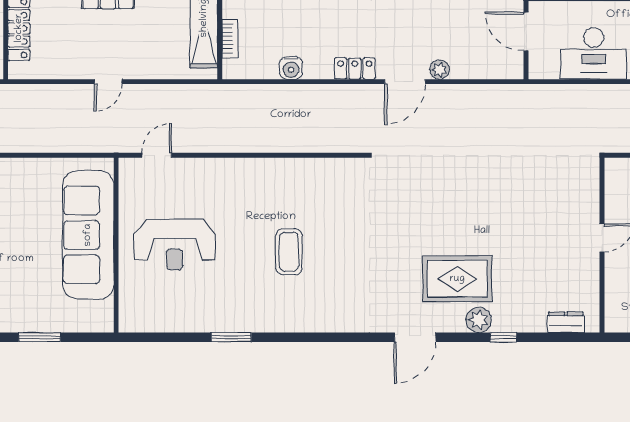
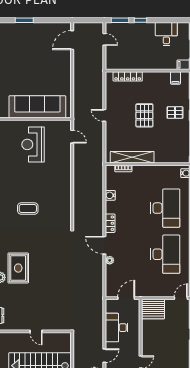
coffee table: (289, 252) -> (28, 209), moved

